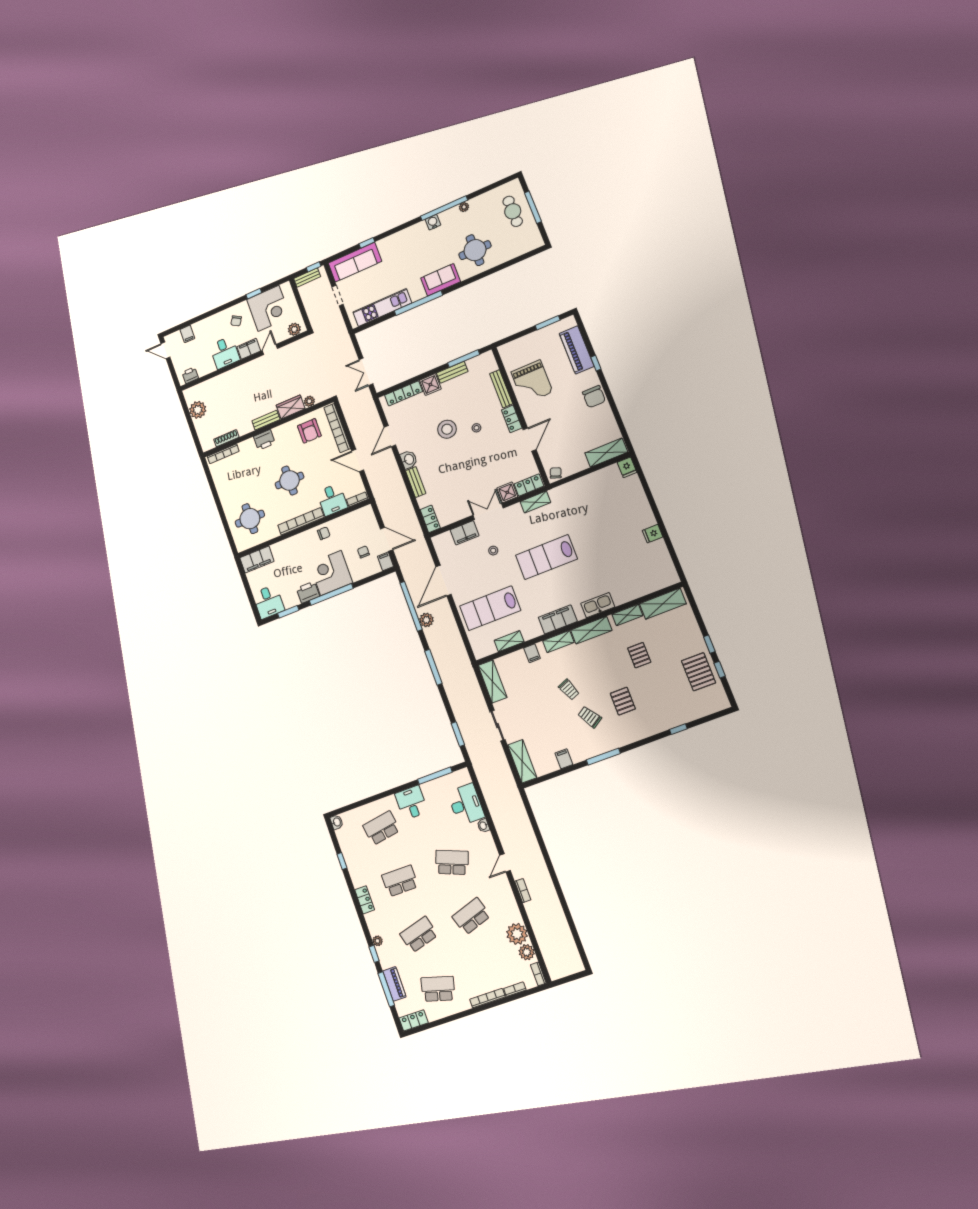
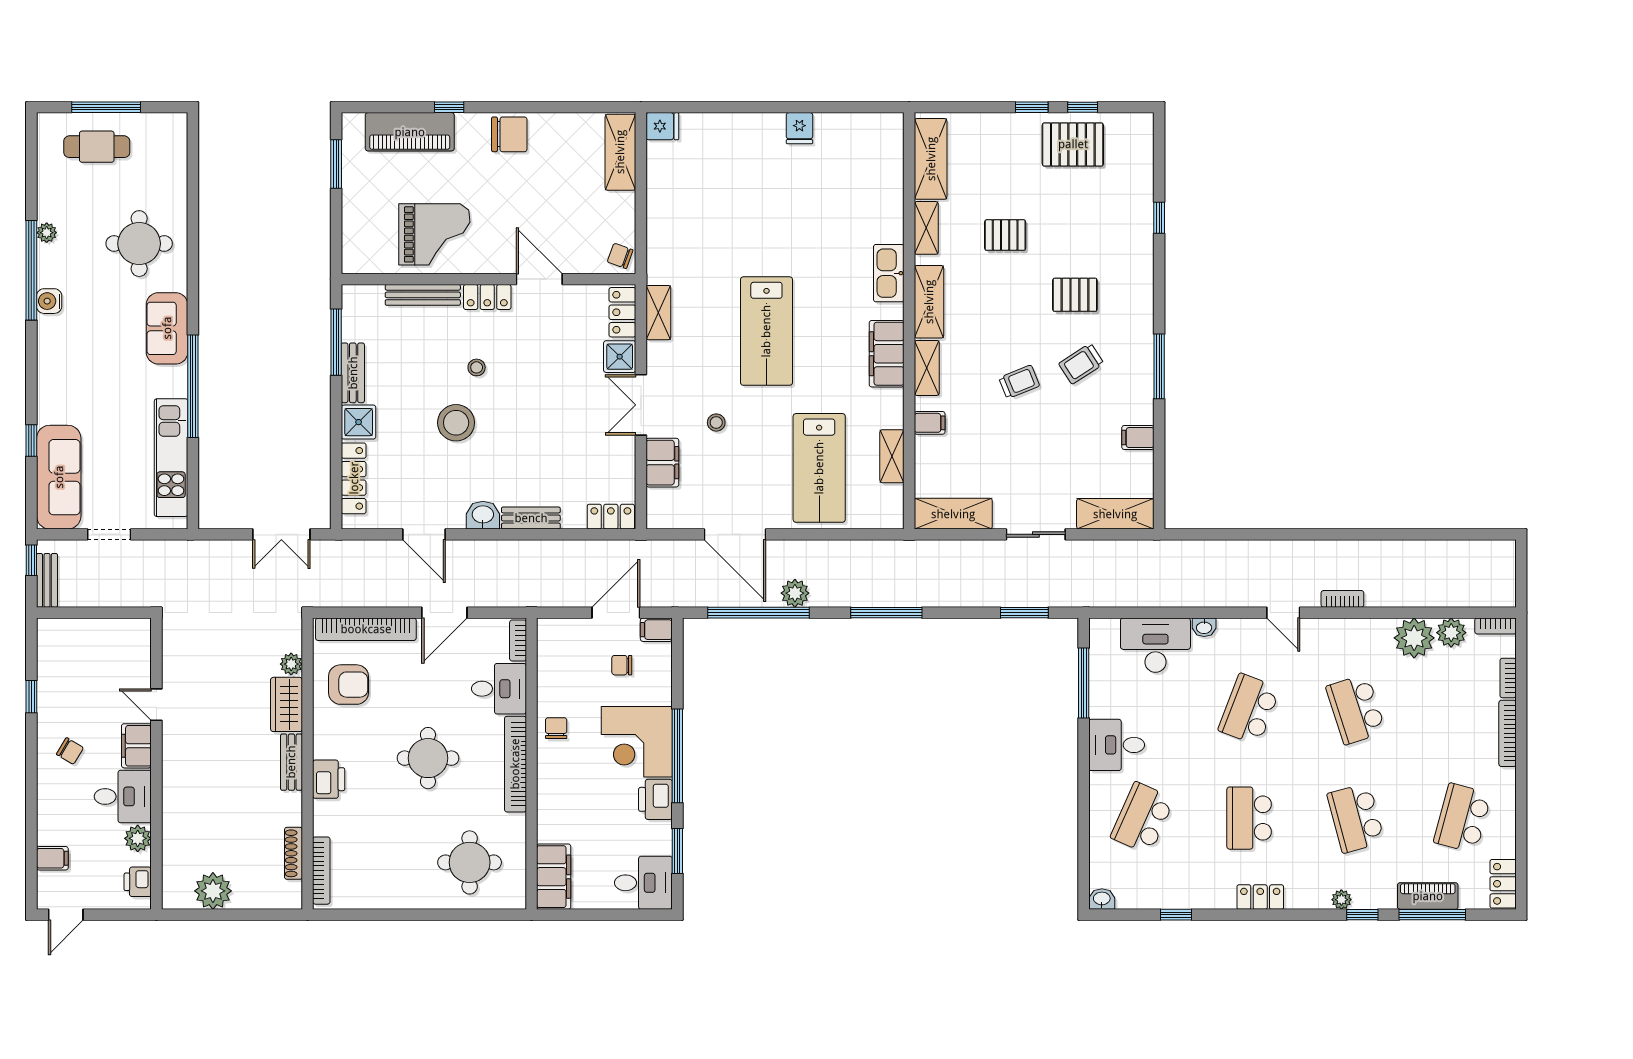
corner desk: (269, 308) -> (74, 678), removed
plant: (294, 329) -> (138, 838), moved
school desk: (381, 828) -> (1142, 818), turned 33

